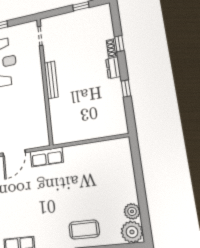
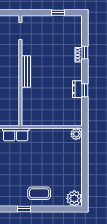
dresser: (113, 68) -> (77, 89), moved
plant: (132, 211) -> (76, 134), moved

